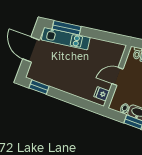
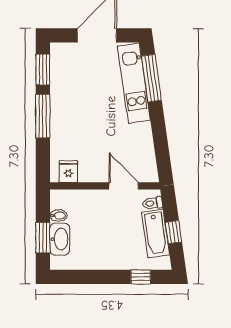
door: (117, 76) -> (124, 186), moved
window: (65, 97) -> (43, 116), added

